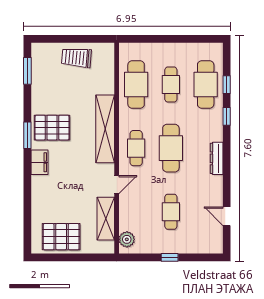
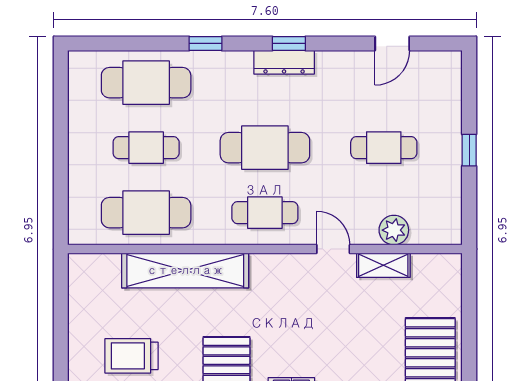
trolley: (76, 58) -> (132, 356), moved, turned 85
window: (227, 85) -> (289, 43), moved
shelving: (105, 129) -> (185, 270), moved
shelving: (106, 219) -> (383, 265), width x0.67, depth x0.75
plant: (127, 239) -> (394, 230), moved

